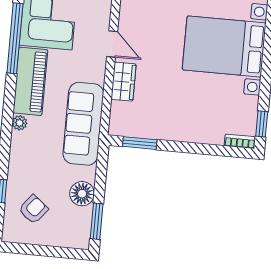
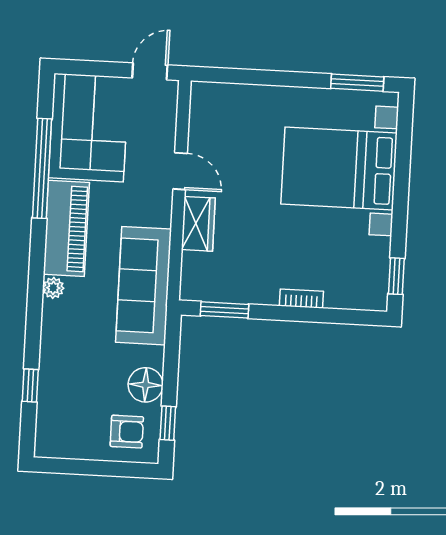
bookcase: (240, 141) -> (301, 299), moved
armchair: (33, 209) -> (127, 432), moved, turned 51
window: (97, 221) -> (168, 423), width x0.67

